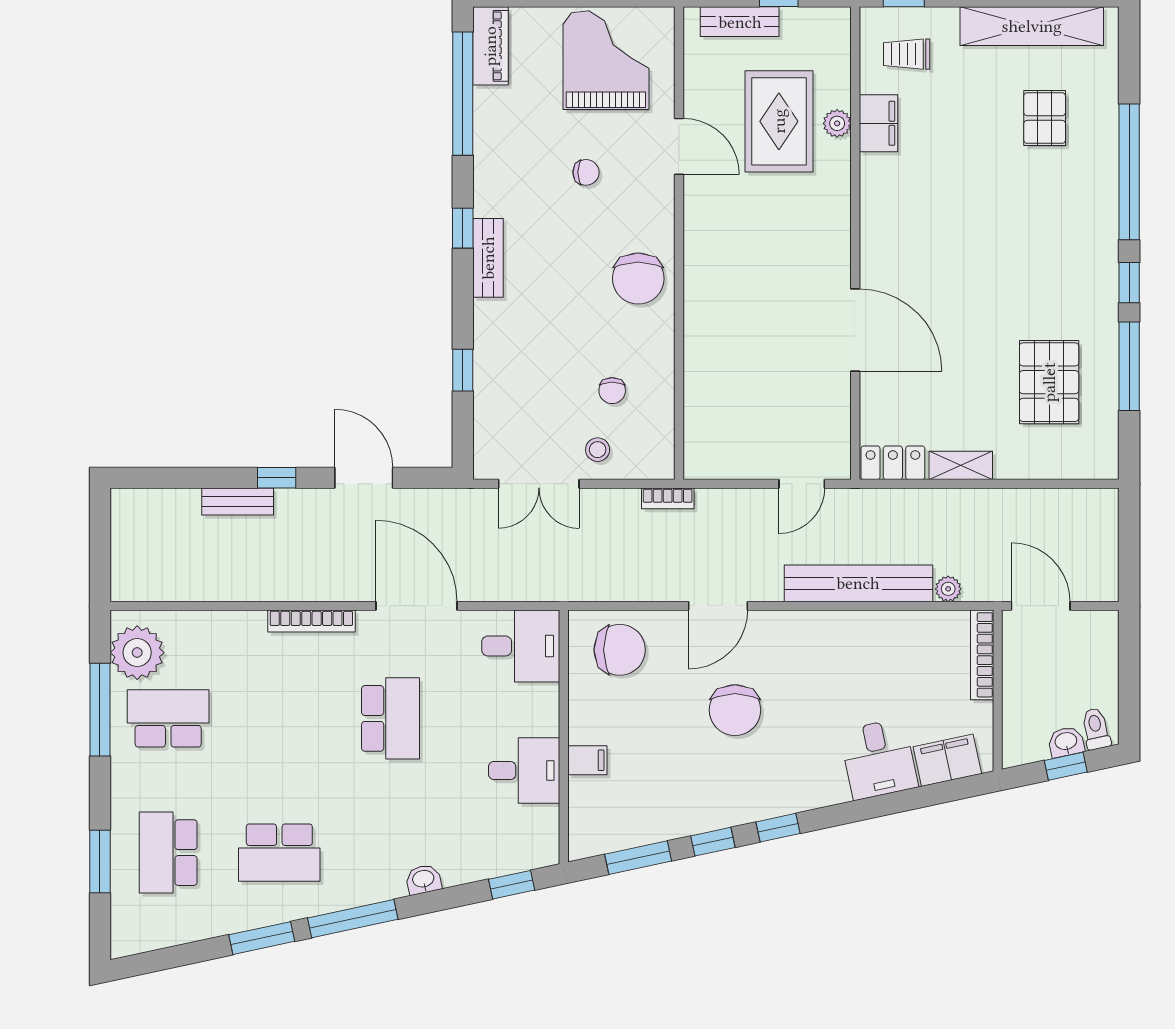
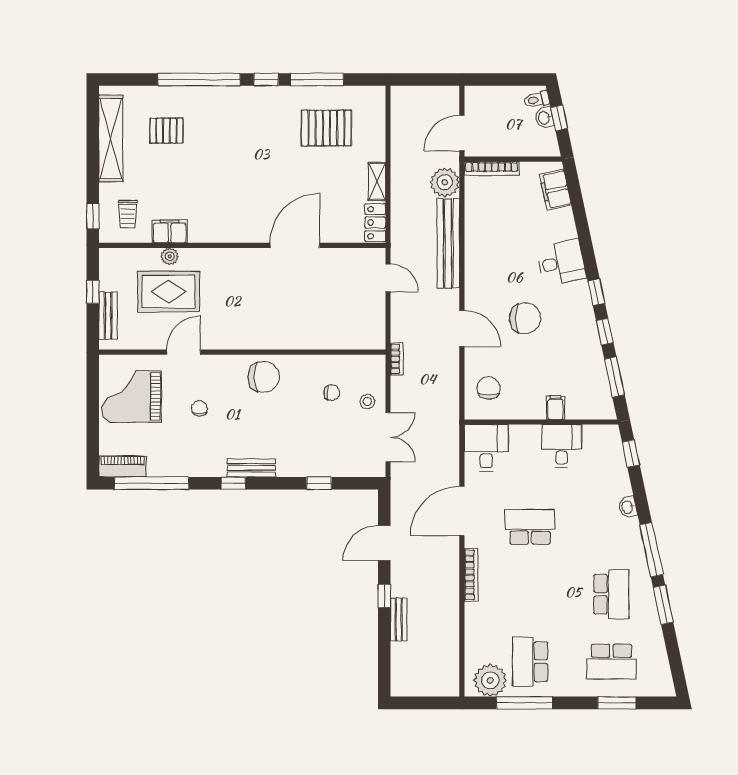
plant: (948, 589) -> (445, 182), width x1.88, depth x1.88
chair: (620, 650) -> (489, 388), width x0.73, depth x0.73
desk: (879, 759) -> (561, 263), moved

